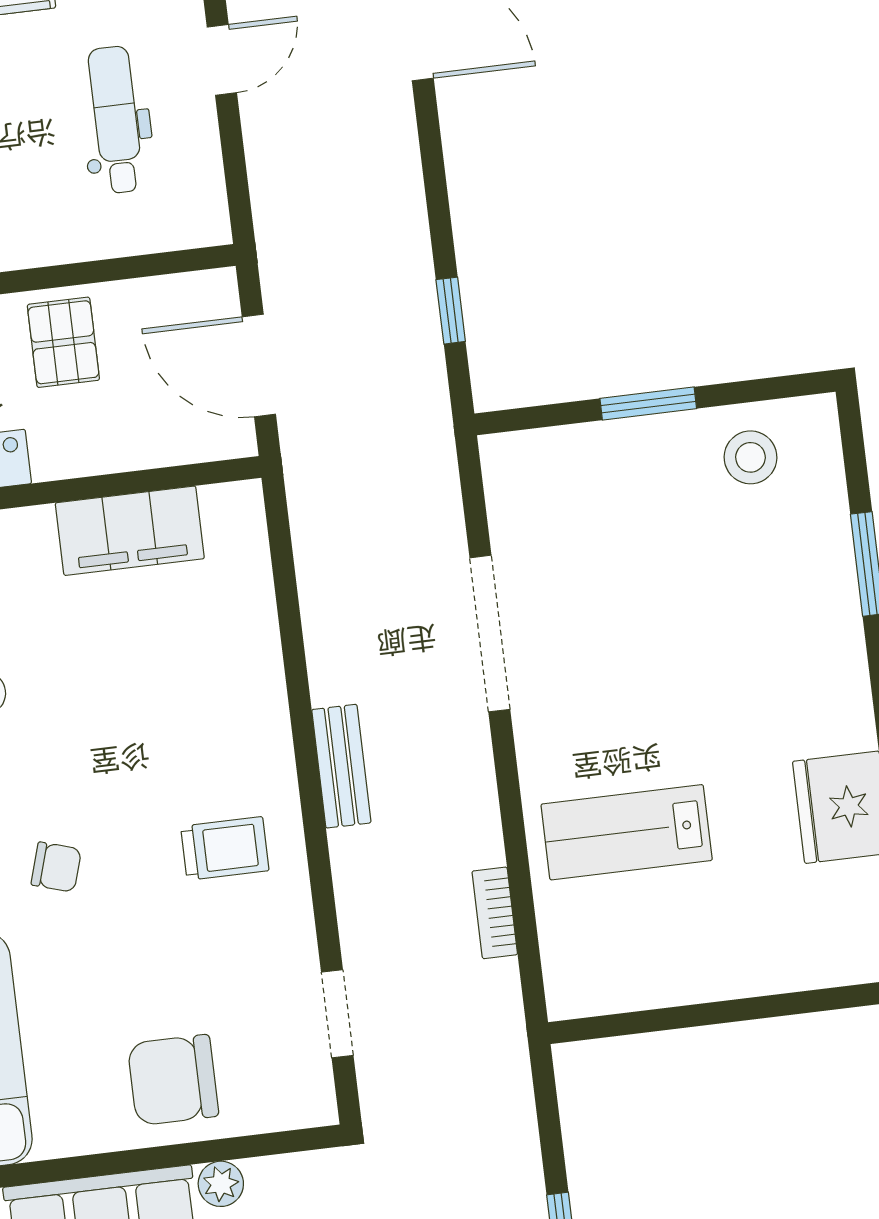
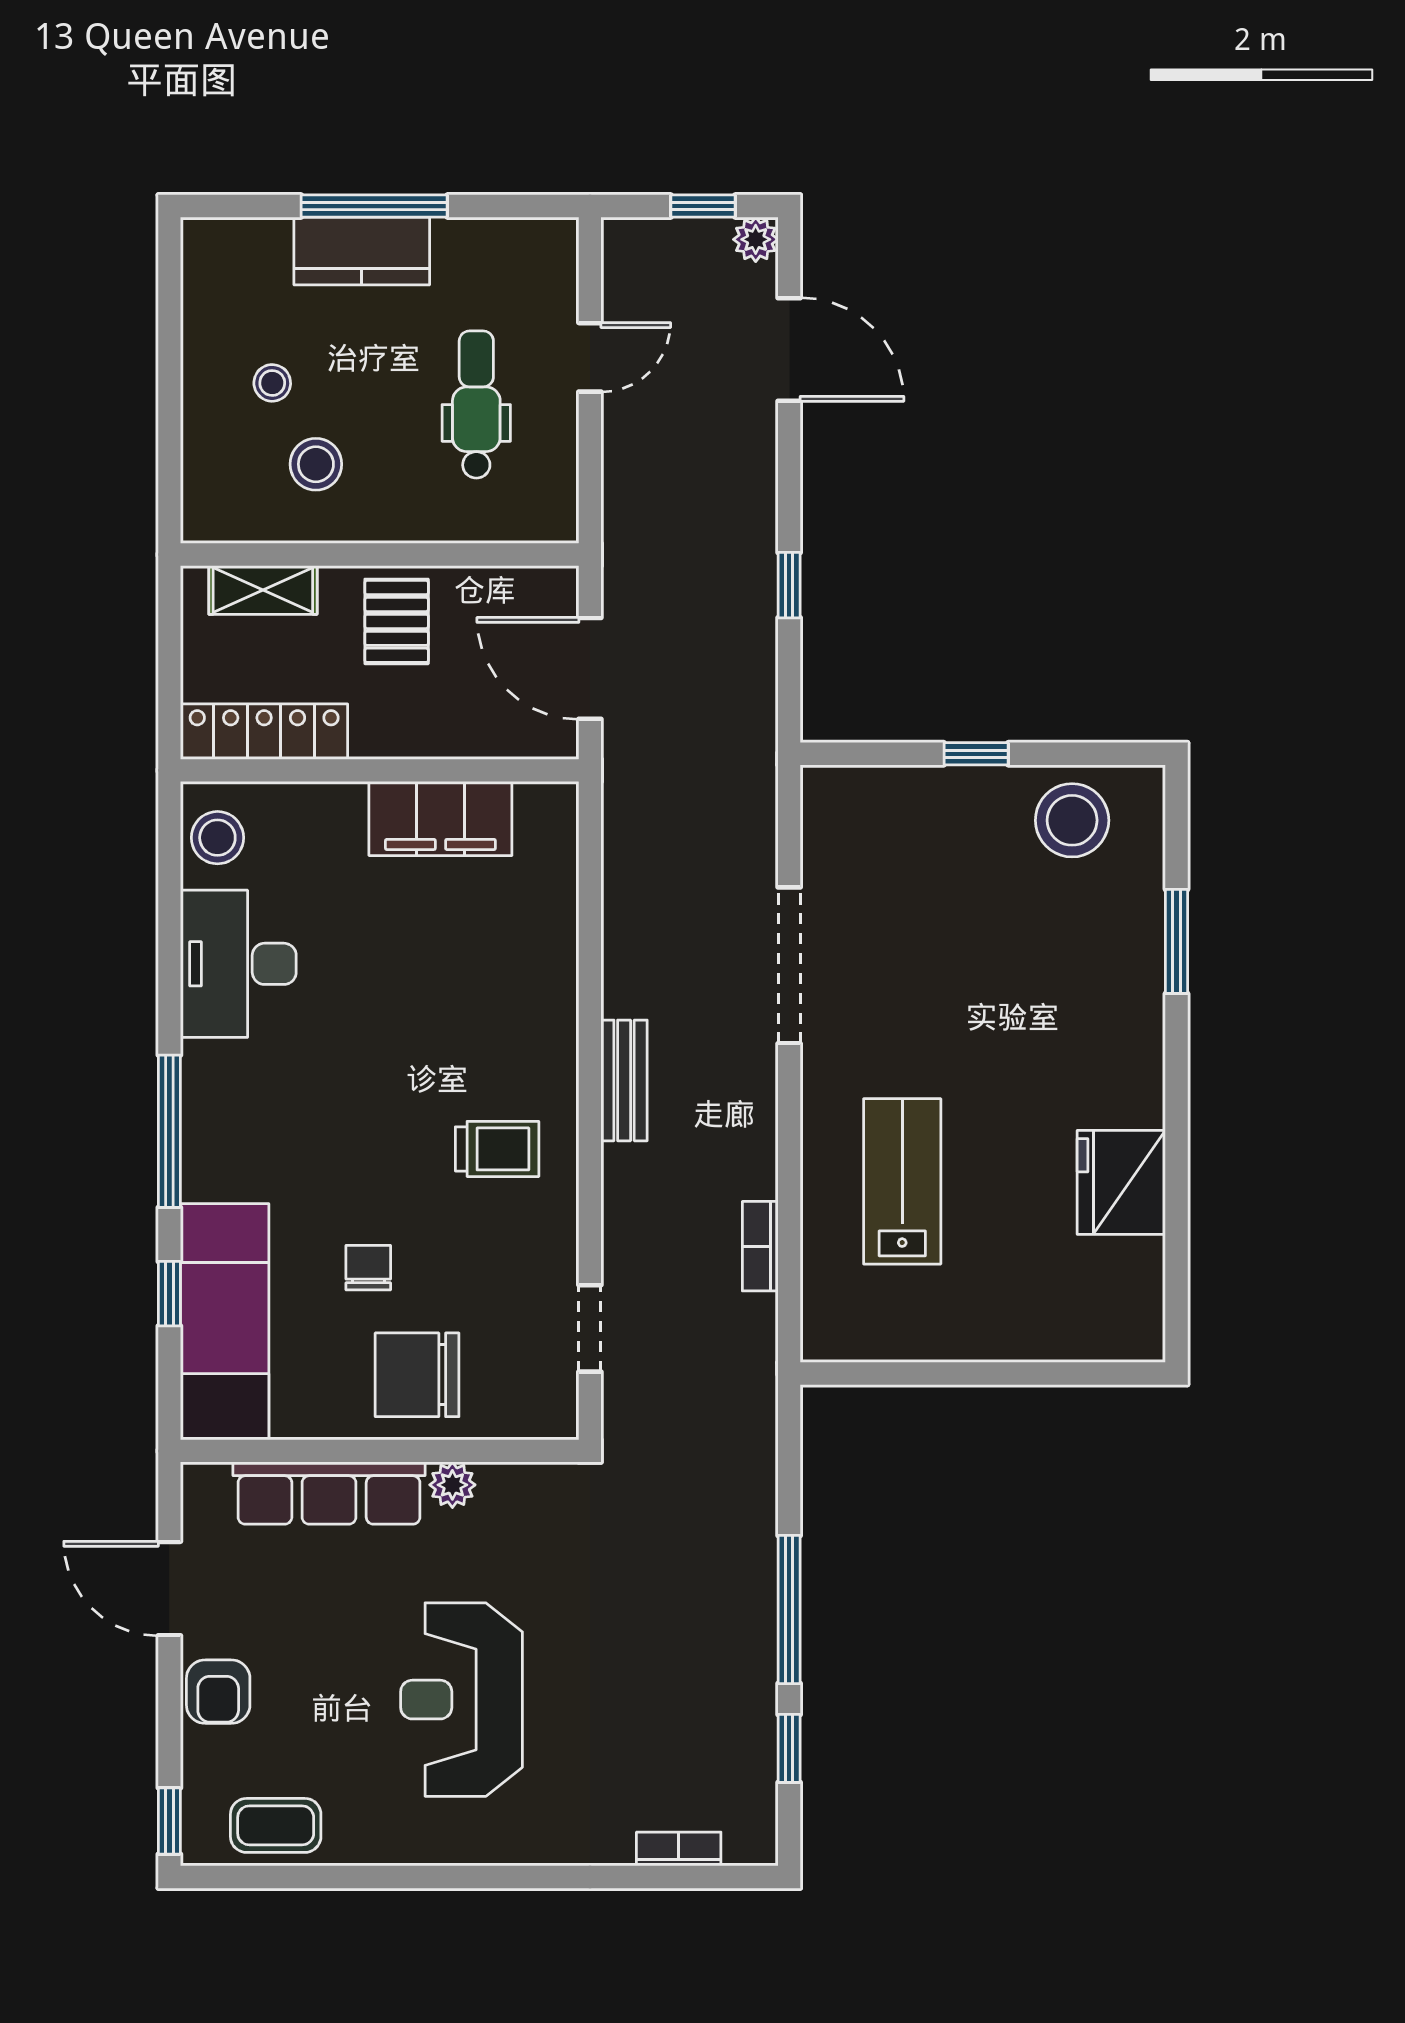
window: (451, 311) -> (789, 585), moved
window: (648, 403) -> (976, 754), width x0.67
stool: (750, 457) -> (1072, 820), width x1.38, depth x1.38
lab bench: (627, 832) -> (902, 1181), turned 90
chair: (56, 867) -> (368, 1268), moved, turned -107

